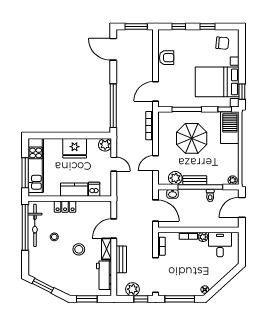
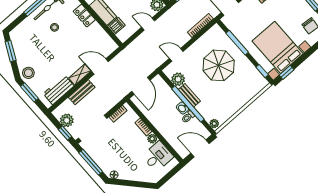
barbecue: (230, 128) -> (252, 87), removed
door: (114, 164) -> (148, 24), swing flipped
washbasin: (173, 194) -> (182, 108), moved
stool: (79, 249) -> (28, 73), moved

